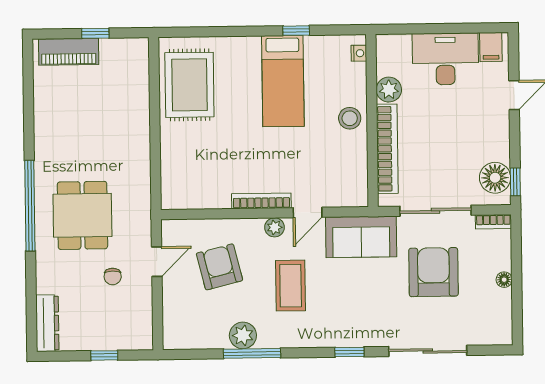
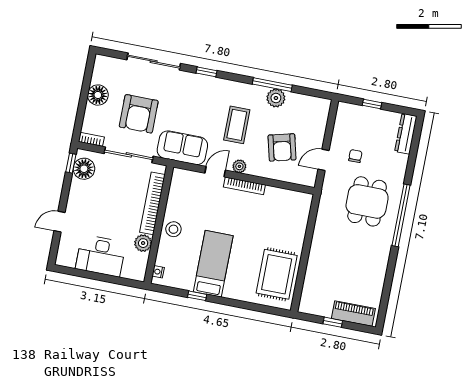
filing cabinet: (491, 47) -> (68, 257), removed
floor lamp: (504, 280) -> (98, 95), width x1.89, depth x1.89

